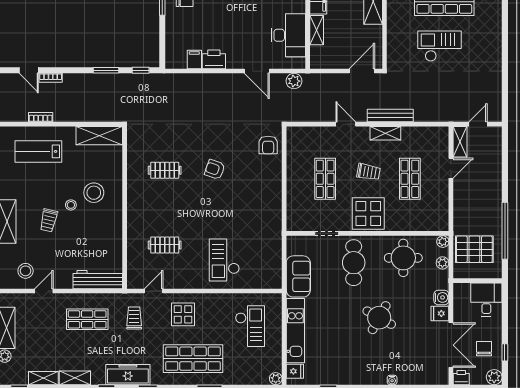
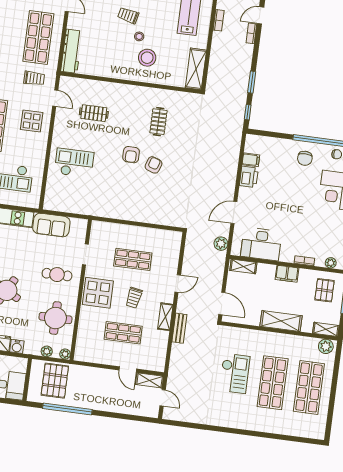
shelving: (317, 30) -> (243, 266), moved
bench: (390, 116) -> (179, 328), width x0.73
armchair: (268, 145) -> (131, 155), moved, turned -90
clothes rail: (165, 245) -> (94, 113), turned 90
cafe table: (354, 263) -> (57, 275), width x0.73, depth x0.74
shop shelf: (87, 319) -> (38, 38), width x1.43, depth x1.36

